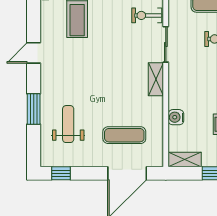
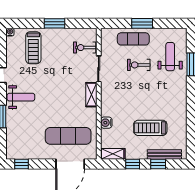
weight bench: (68, 124) -> (21, 97), moved, turned 90
exercise mat: (124, 135) -> (68, 136), width x1.36, depth x1.45

